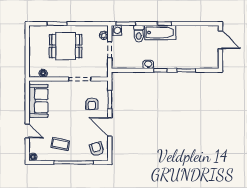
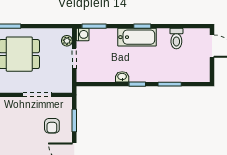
toilet: (139, 34) -> (176, 39), moved

